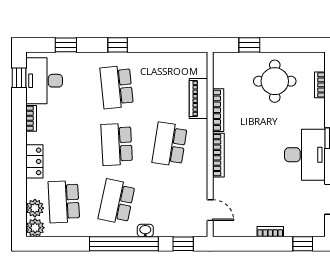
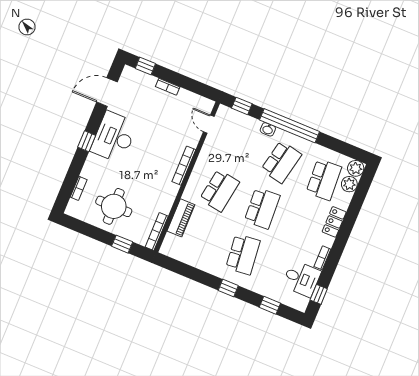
desk: (44, 81) -> (301, 279), width x0.73
bookcase: (218, 110) -> (157, 232), moved

